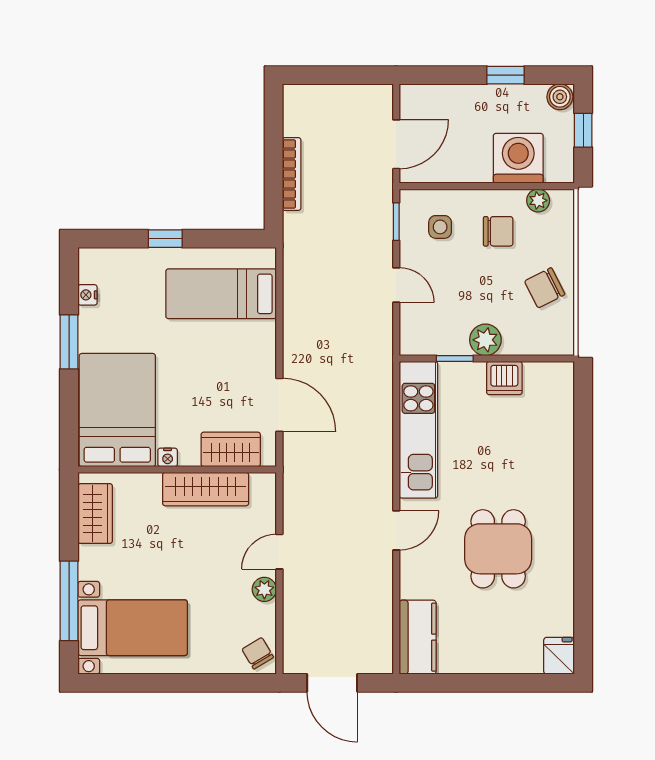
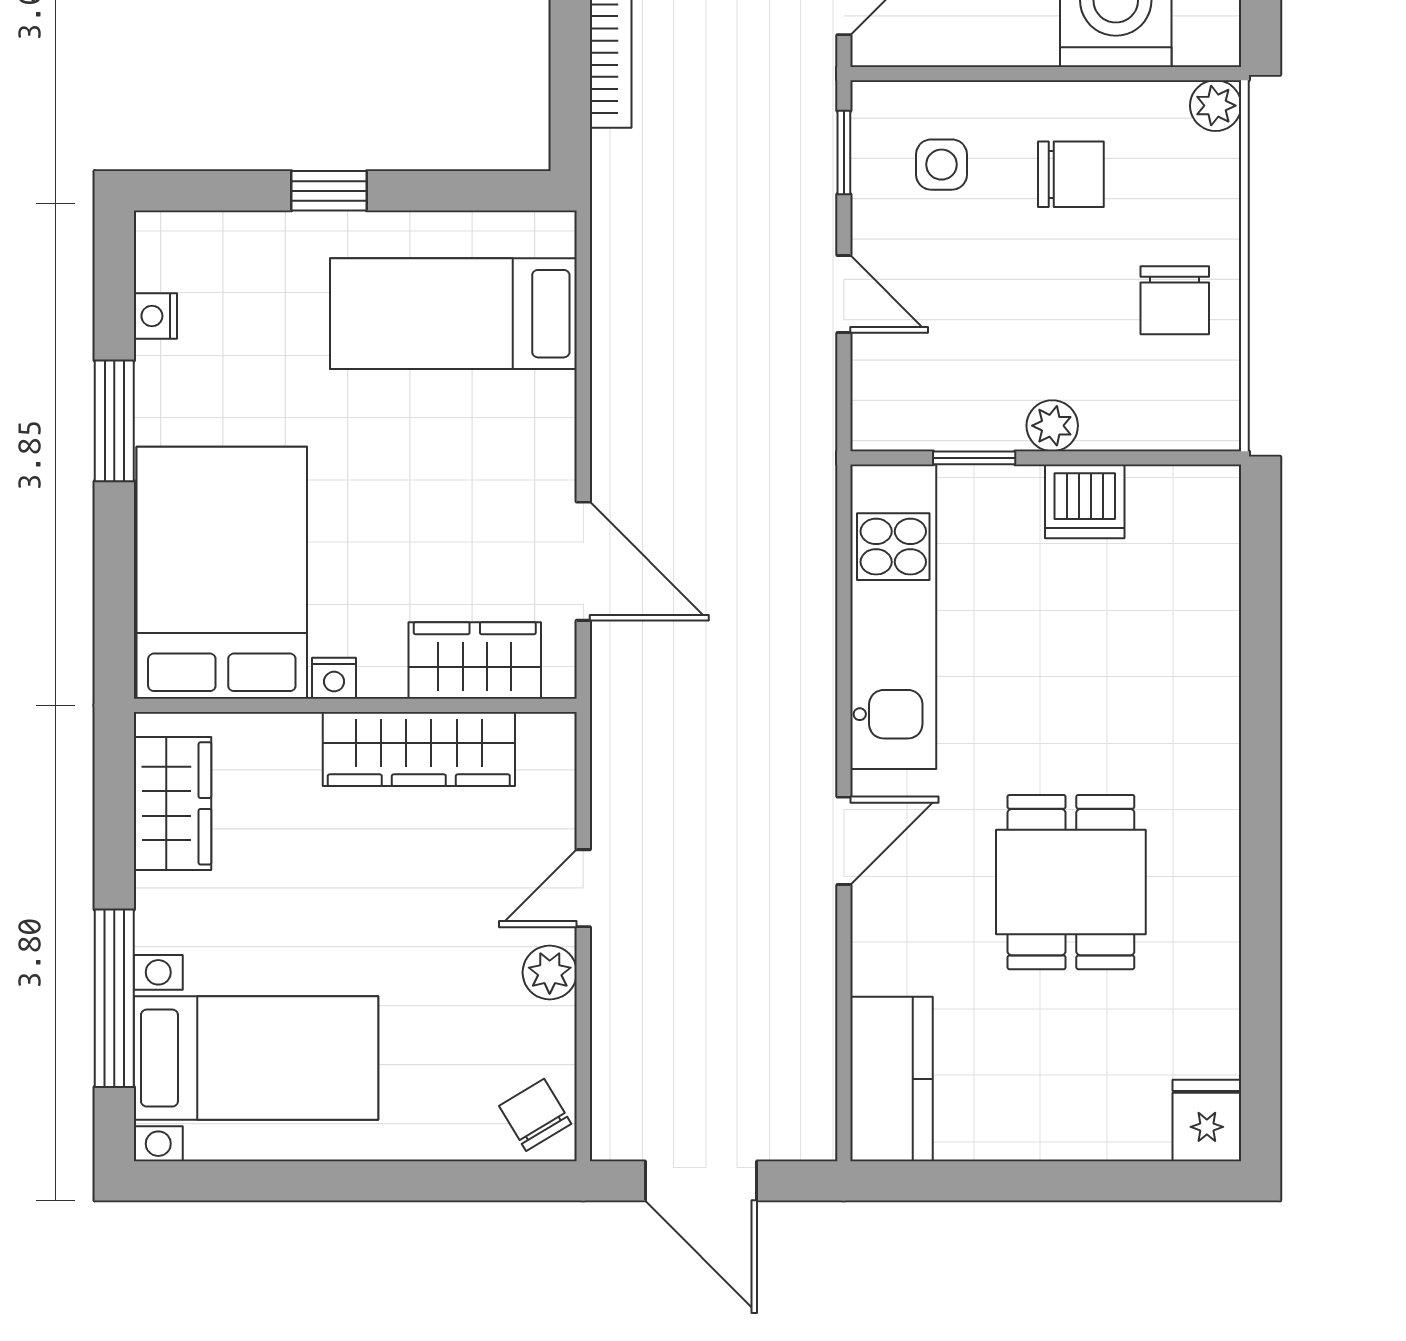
plant: (538, 200) -> (1216, 106), moved
chair: (545, 288) -> (1175, 300), turned -63
plant: (485, 340) -> (1052, 426), width x0.73, depth x0.73

